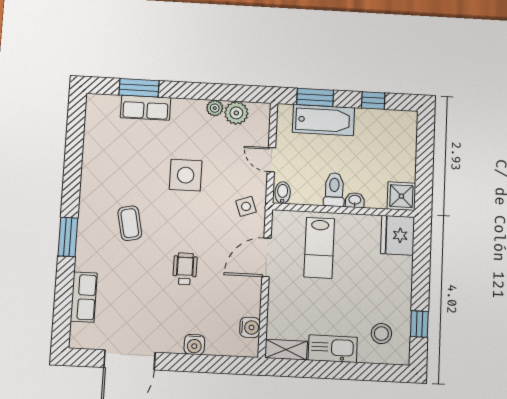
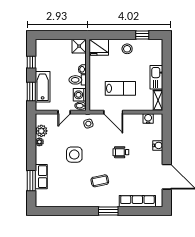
washing machine: (304, 192) -> (80, 95), added
lab bench: (319, 248) -> (120, 88), moved
row of seats: (84, 297) -> (137, 201), width x1.48
stool: (381, 334) -> (127, 49), moved

